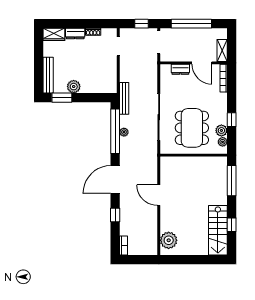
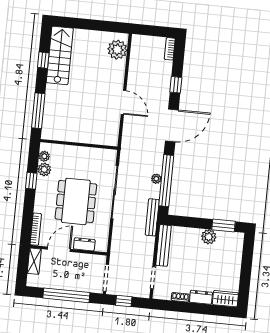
door: (202, 63) -> (59, 249), hinge flipped
bench: (48, 75) -> (164, 245), moved
dining table: (192, 128) -> (76, 201), moved

